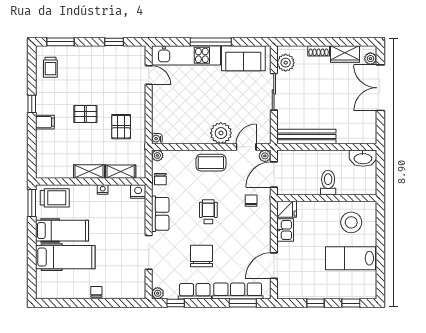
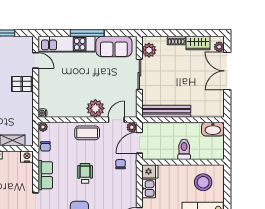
pallet: (121, 127) -> (22, 84), moved, turned 90

